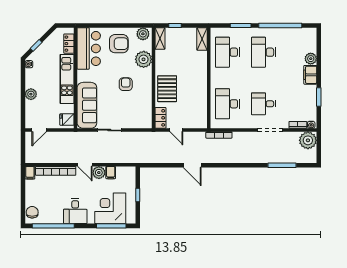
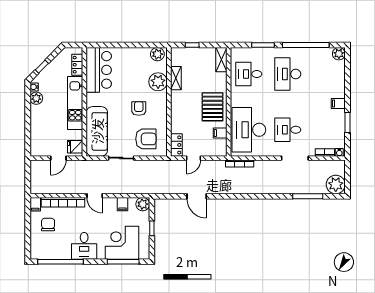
shelving: (160, 38) -> (176, 78), moved
armchair: (119, 44) -> (146, 139), moved
desk: (227, 52) -> (249, 74), width x0.73
plant: (311, 59) -> (339, 54), moved
filing cabinet: (310, 75) -> (338, 104), width x0.50
pallet: (167, 89) -> (213, 107), moved
plant: (31, 94) -> (36, 98), moved
desk: (227, 104) -> (249, 130), width x1.36, depth x1.30
filing cabinet: (201, 107) -> (220, 133), added
door: (39, 130) -> (58, 158), moved
door: (176, 130) -> (194, 158), hinge flipped
plant: (308, 140) -> (336, 184), moved
door: (192, 165) -> (197, 196), moved
plant: (99, 173) -> (143, 204), moved
chair: (32, 212) -> (48, 225), moved

